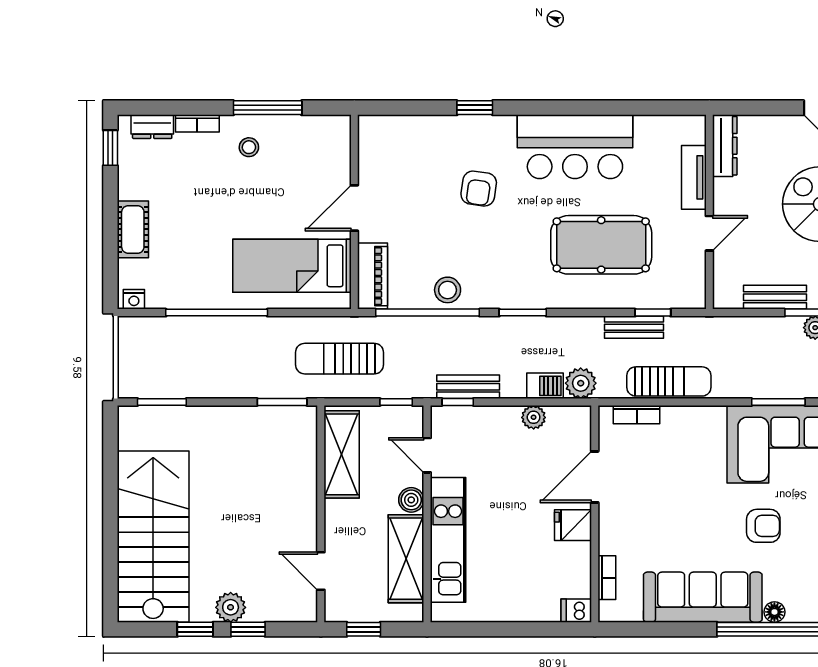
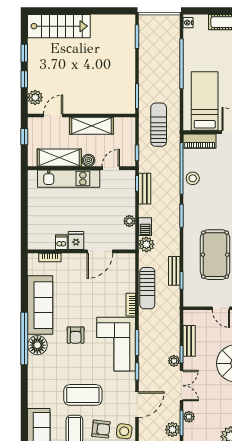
bookcase: (637, 415) -> (131, 305), moved
shelving: (342, 454) -> (91, 126), moved
door: (595, 477) -> (100, 251), swing flipped
stairs: (153, 537) -> (59, 26), width x0.73, depth x0.66
plant: (231, 607) -> (35, 97), moved
dishwasher: (576, 611) -> (61, 242), moved
floor lamp: (774, 612) -> (37, 345), width x1.89, depth x1.89

